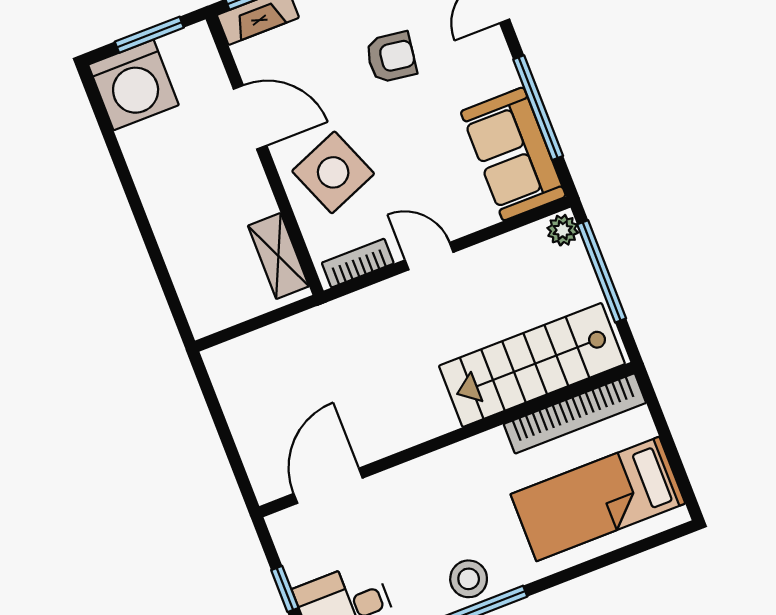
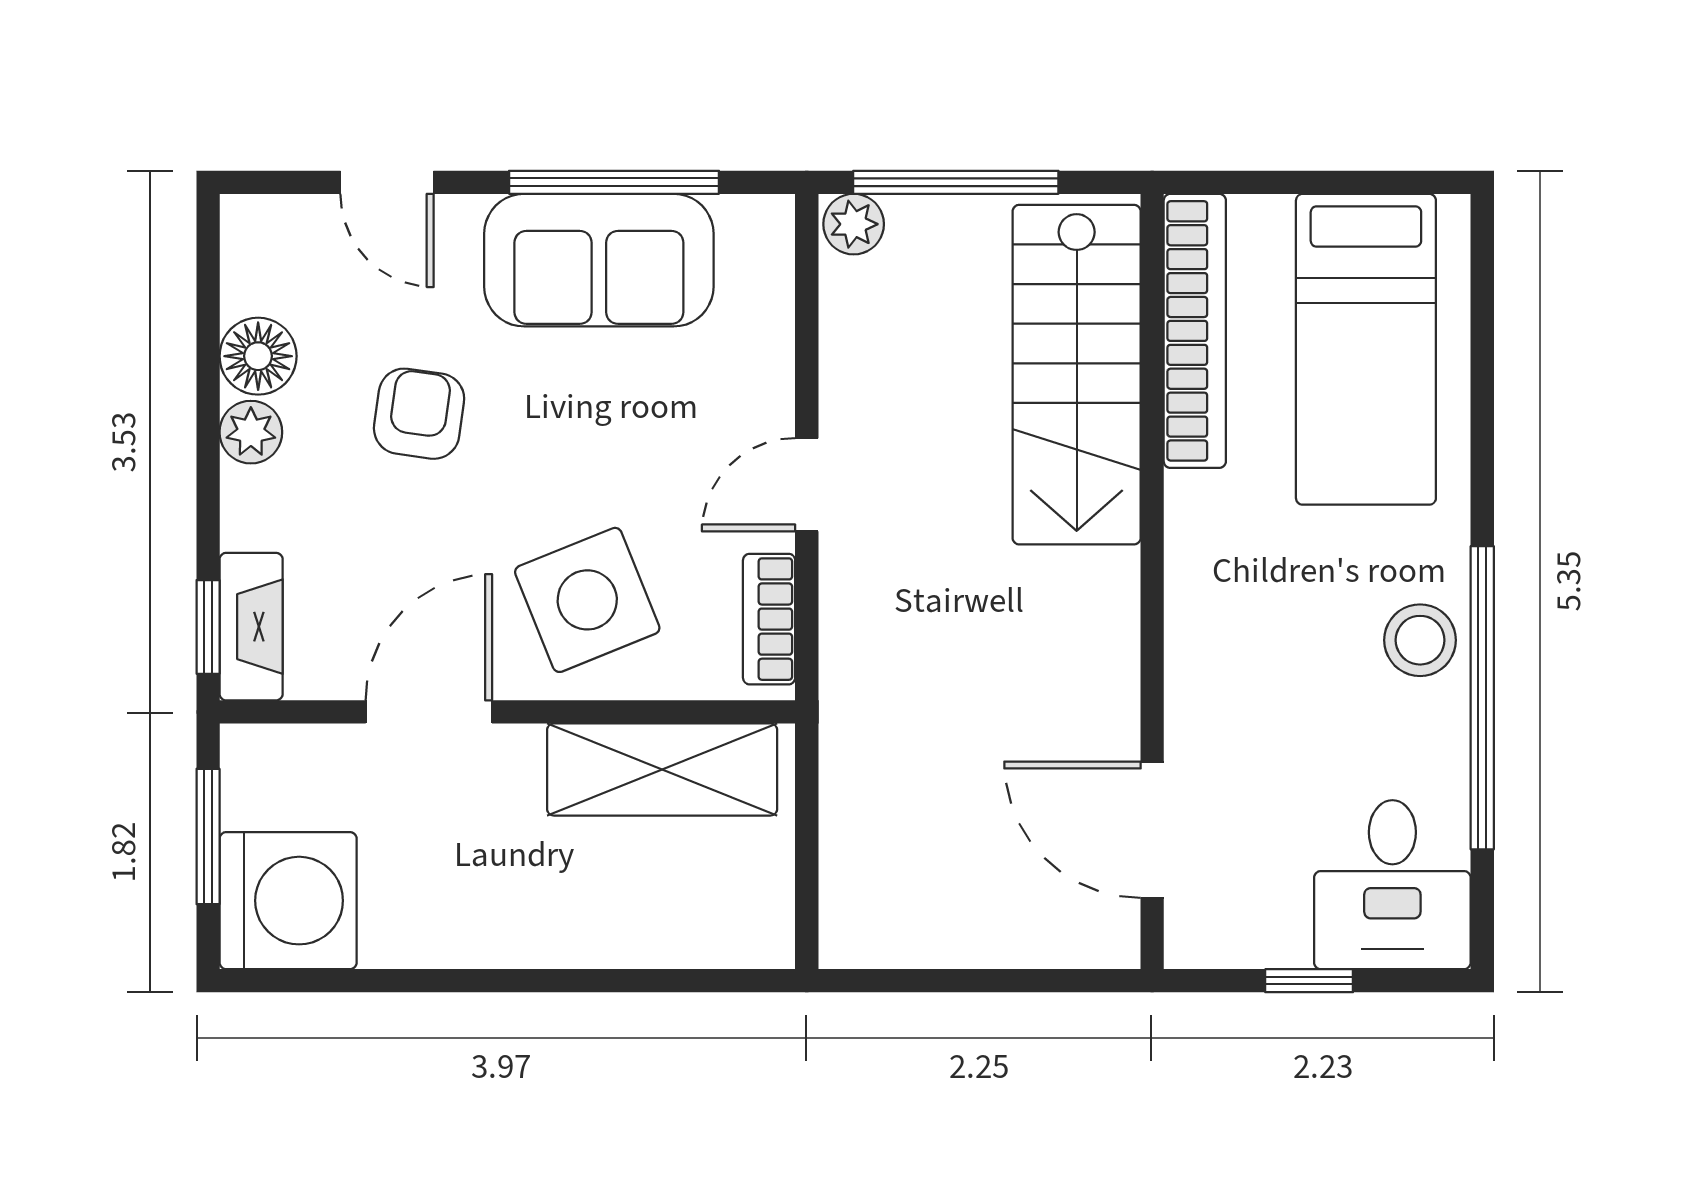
sofa: (513, 154) -> (599, 260), moved
shelving: (278, 256) -> (662, 770), width x1.50, depth x1.33

